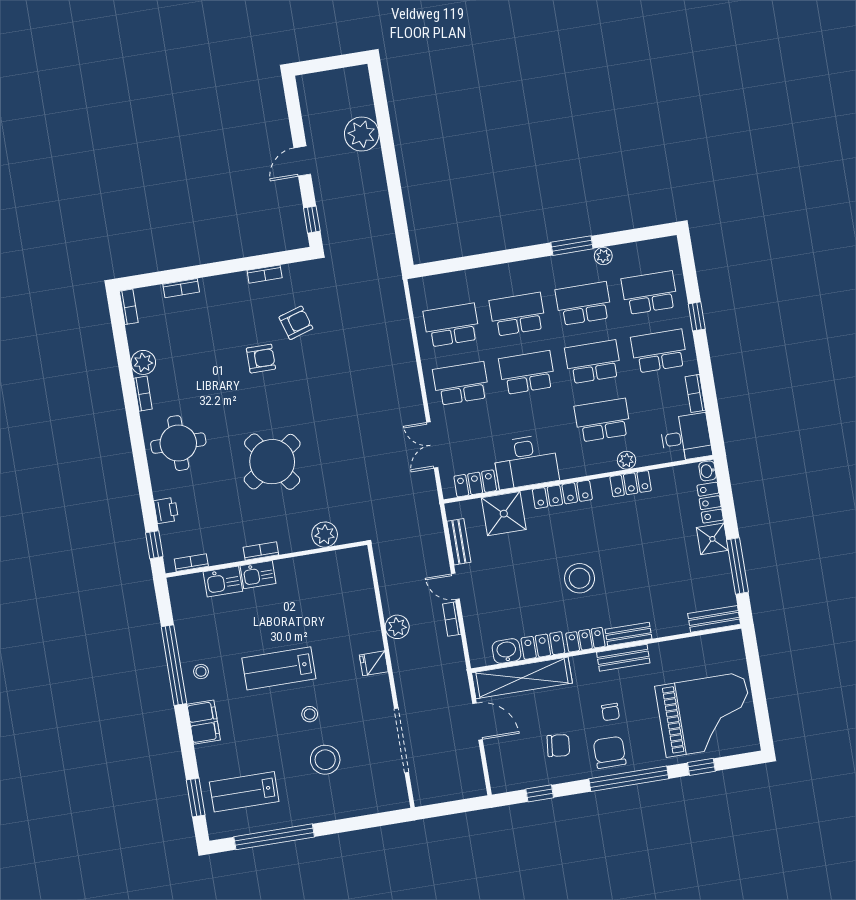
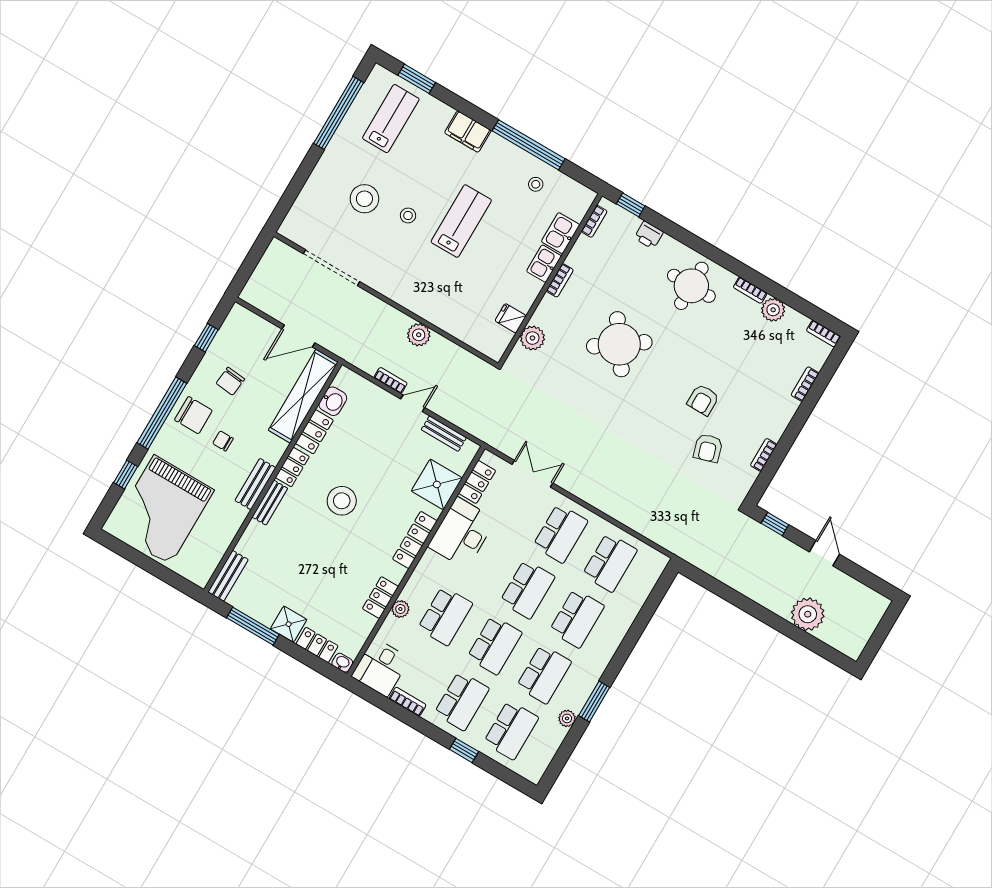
fridge: (374, 663) -> (511, 318), moved, turned -90
stool: (201, 672) -> (536, 184), moved

